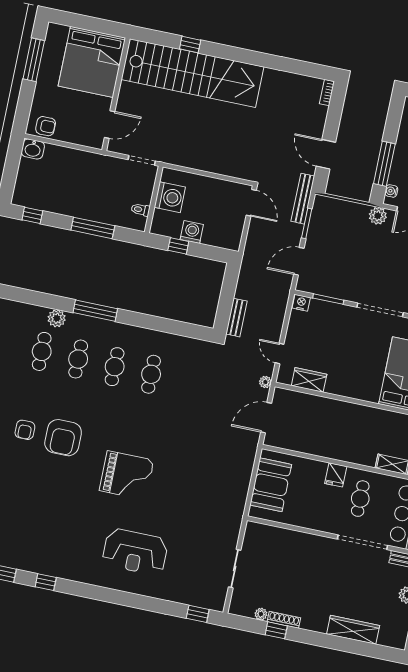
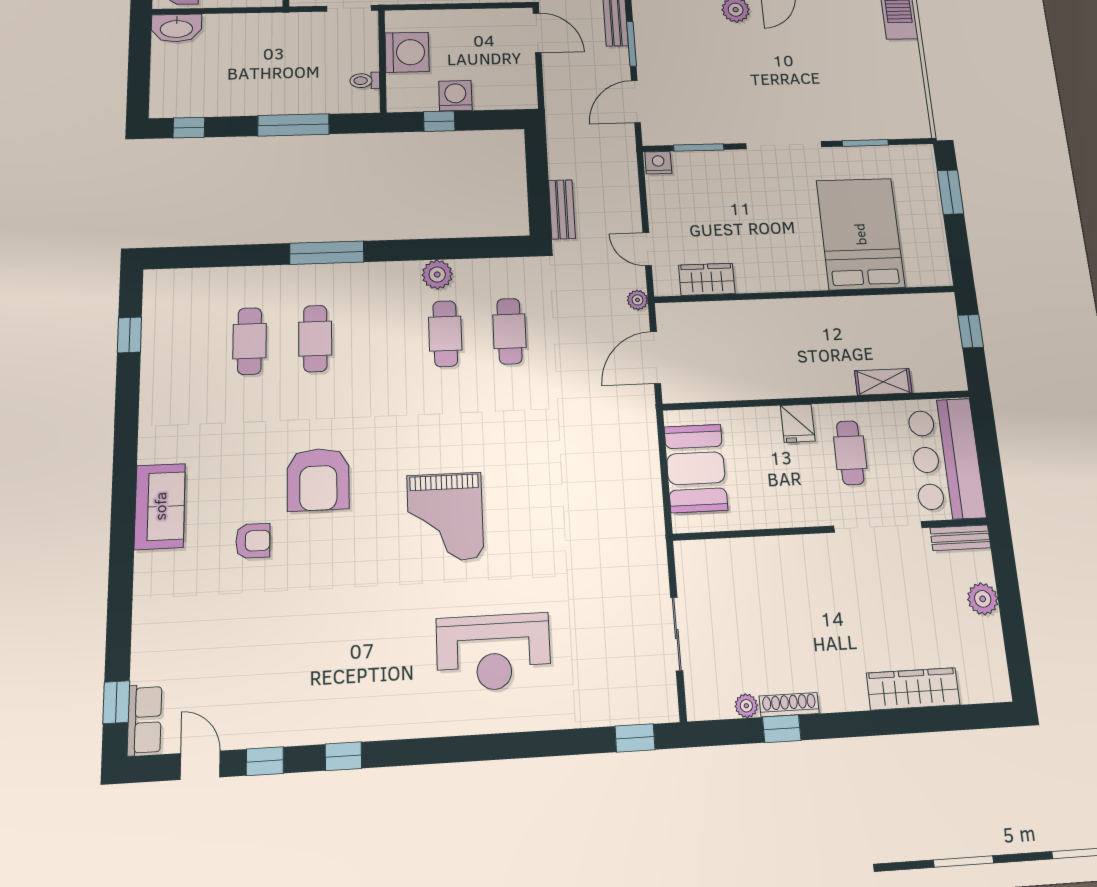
washbasin: (33, 149) -> (176, 28), width x1.38
plant: (57, 318) -> (437, 274), moved
cafe table: (115, 367) -> (509, 331), moved
armchair: (25, 430) -> (253, 541), moved, turned -90
grand piano: (127, 475) -> (445, 517), turned 90

